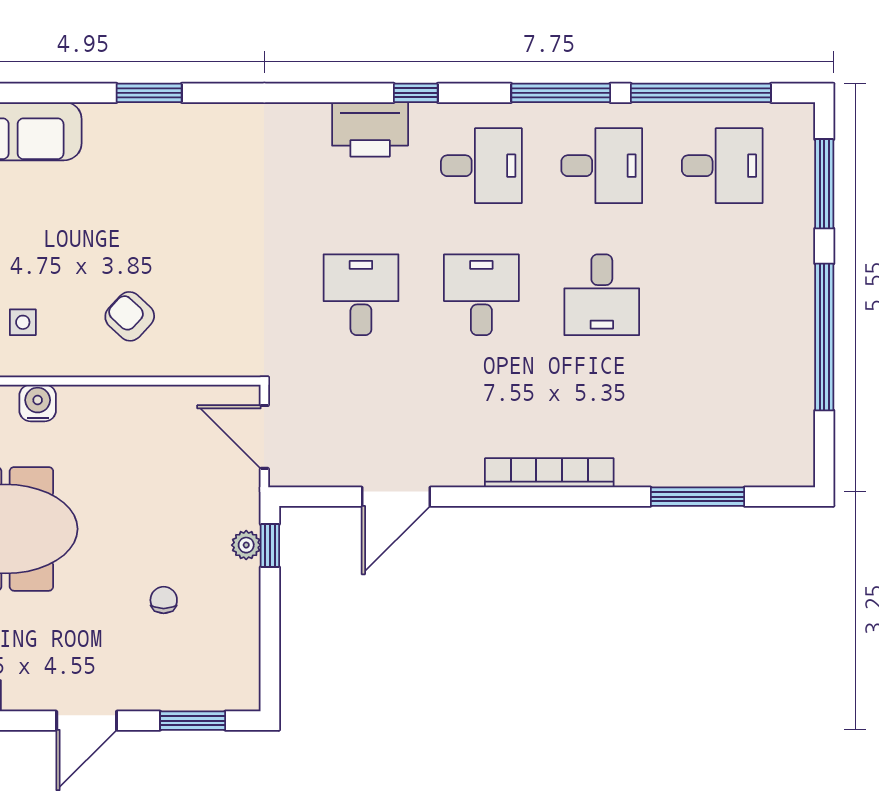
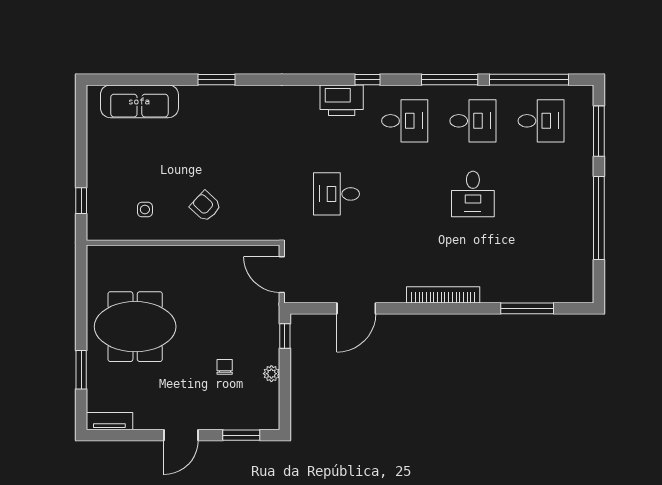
desk: (361, 295) -> (336, 194), turned -90
desk: (481, 295) -> (405, 194), removed
water cooler: (38, 403) -> (153, 255), removed
plant: (246, 545) -> (271, 374), moved

